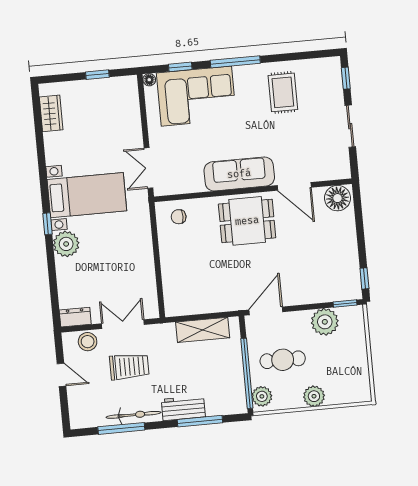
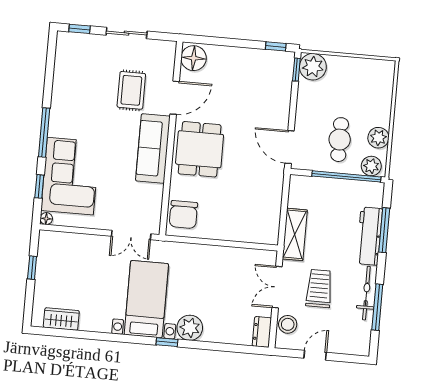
rug: (283, 92) -> (131, 90), moved, turned 90
chair: (179, 217) -> (183, 215), width x1.87, depth x1.87
plant: (325, 322) -> (313, 67), moved
shelving: (203, 330) -> (295, 234), moved
plant: (314, 396) -> (378, 138), moved
workbench: (183, 408) -> (369, 236), width x1.37

